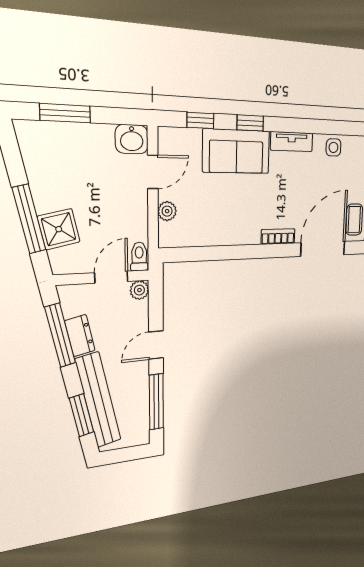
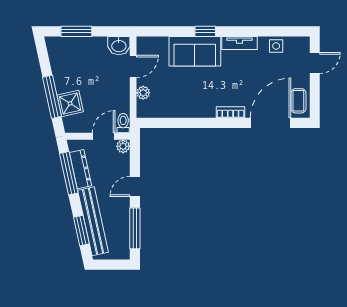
window: (200, 120) -> (167, 31), removed
dresser: (80, 336) -> (81, 169), width x1.44

